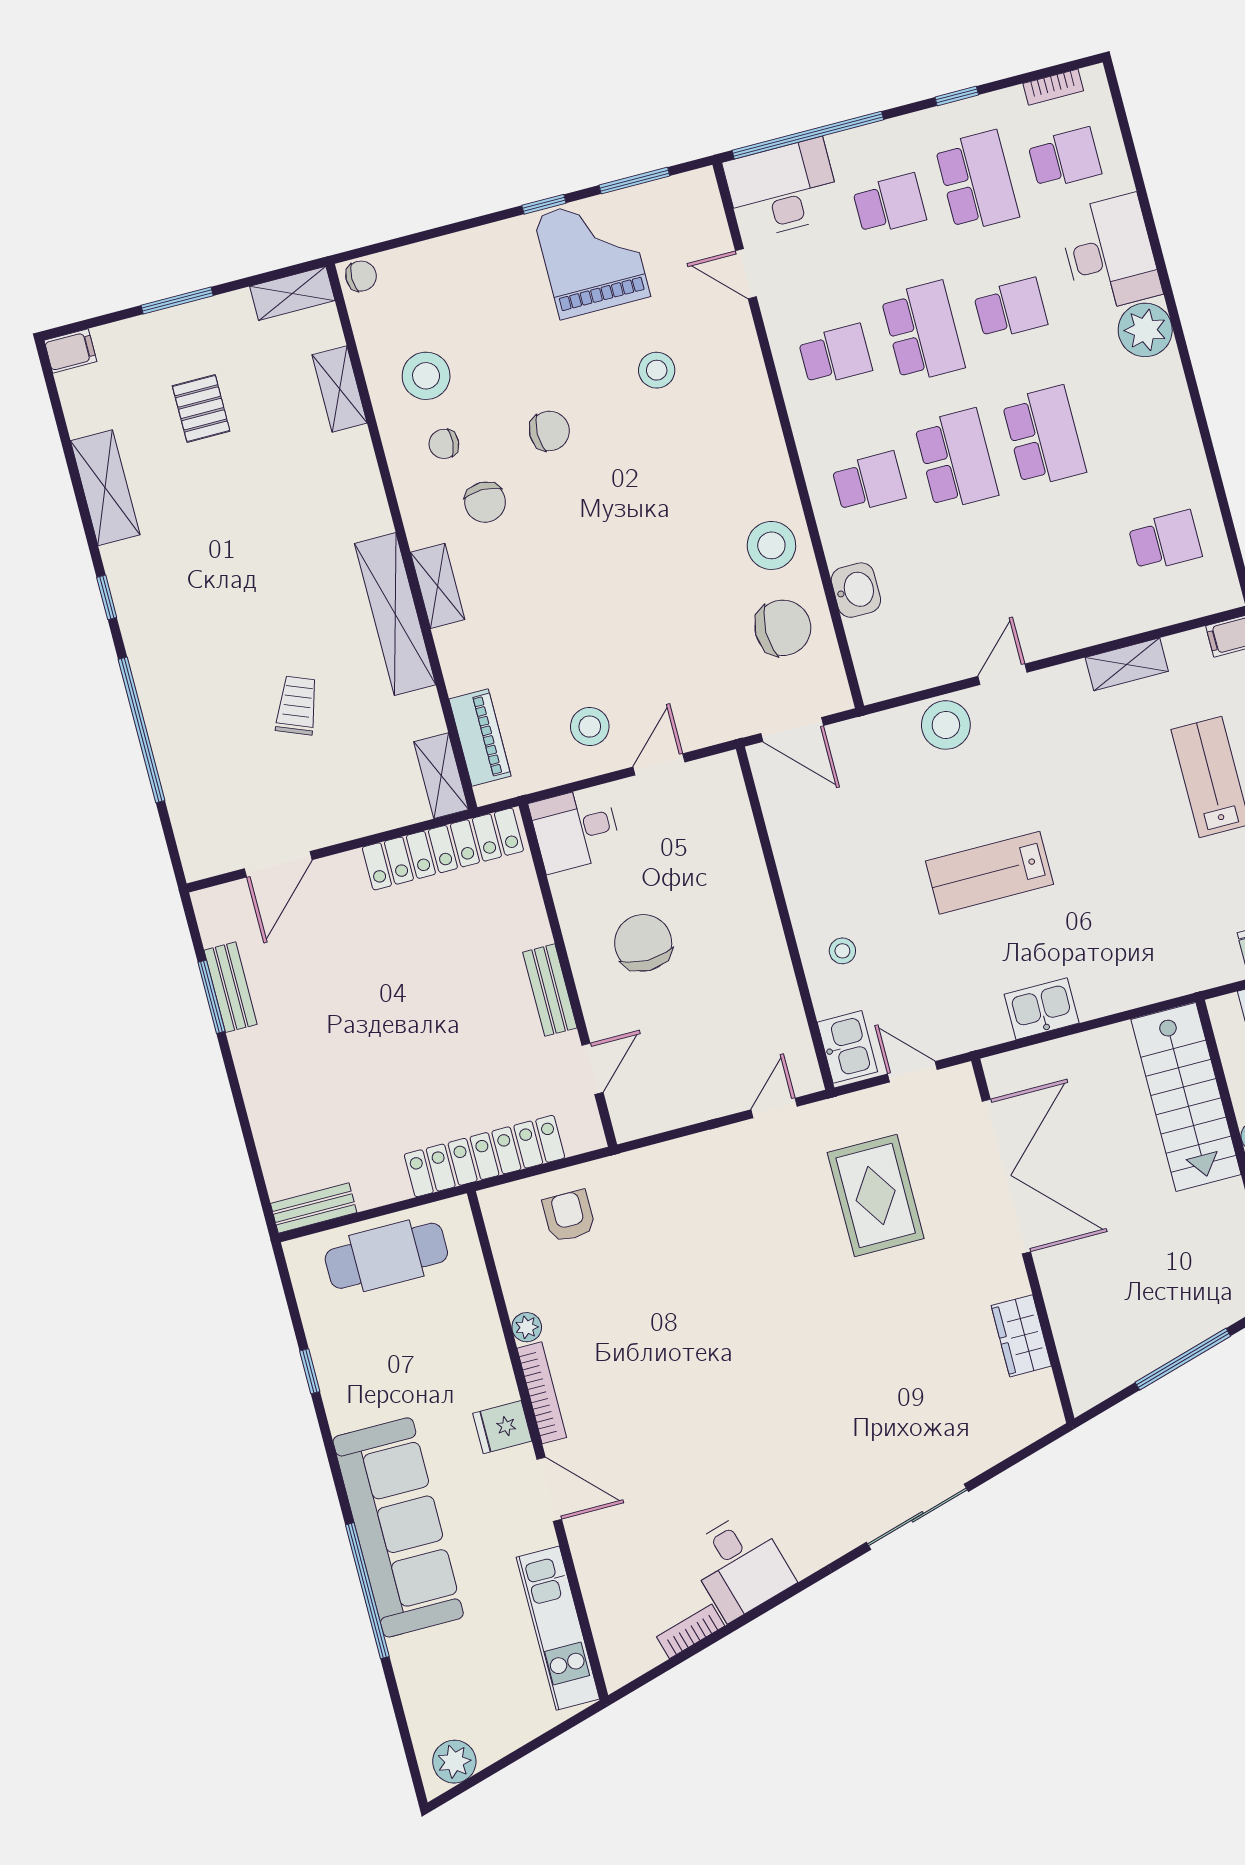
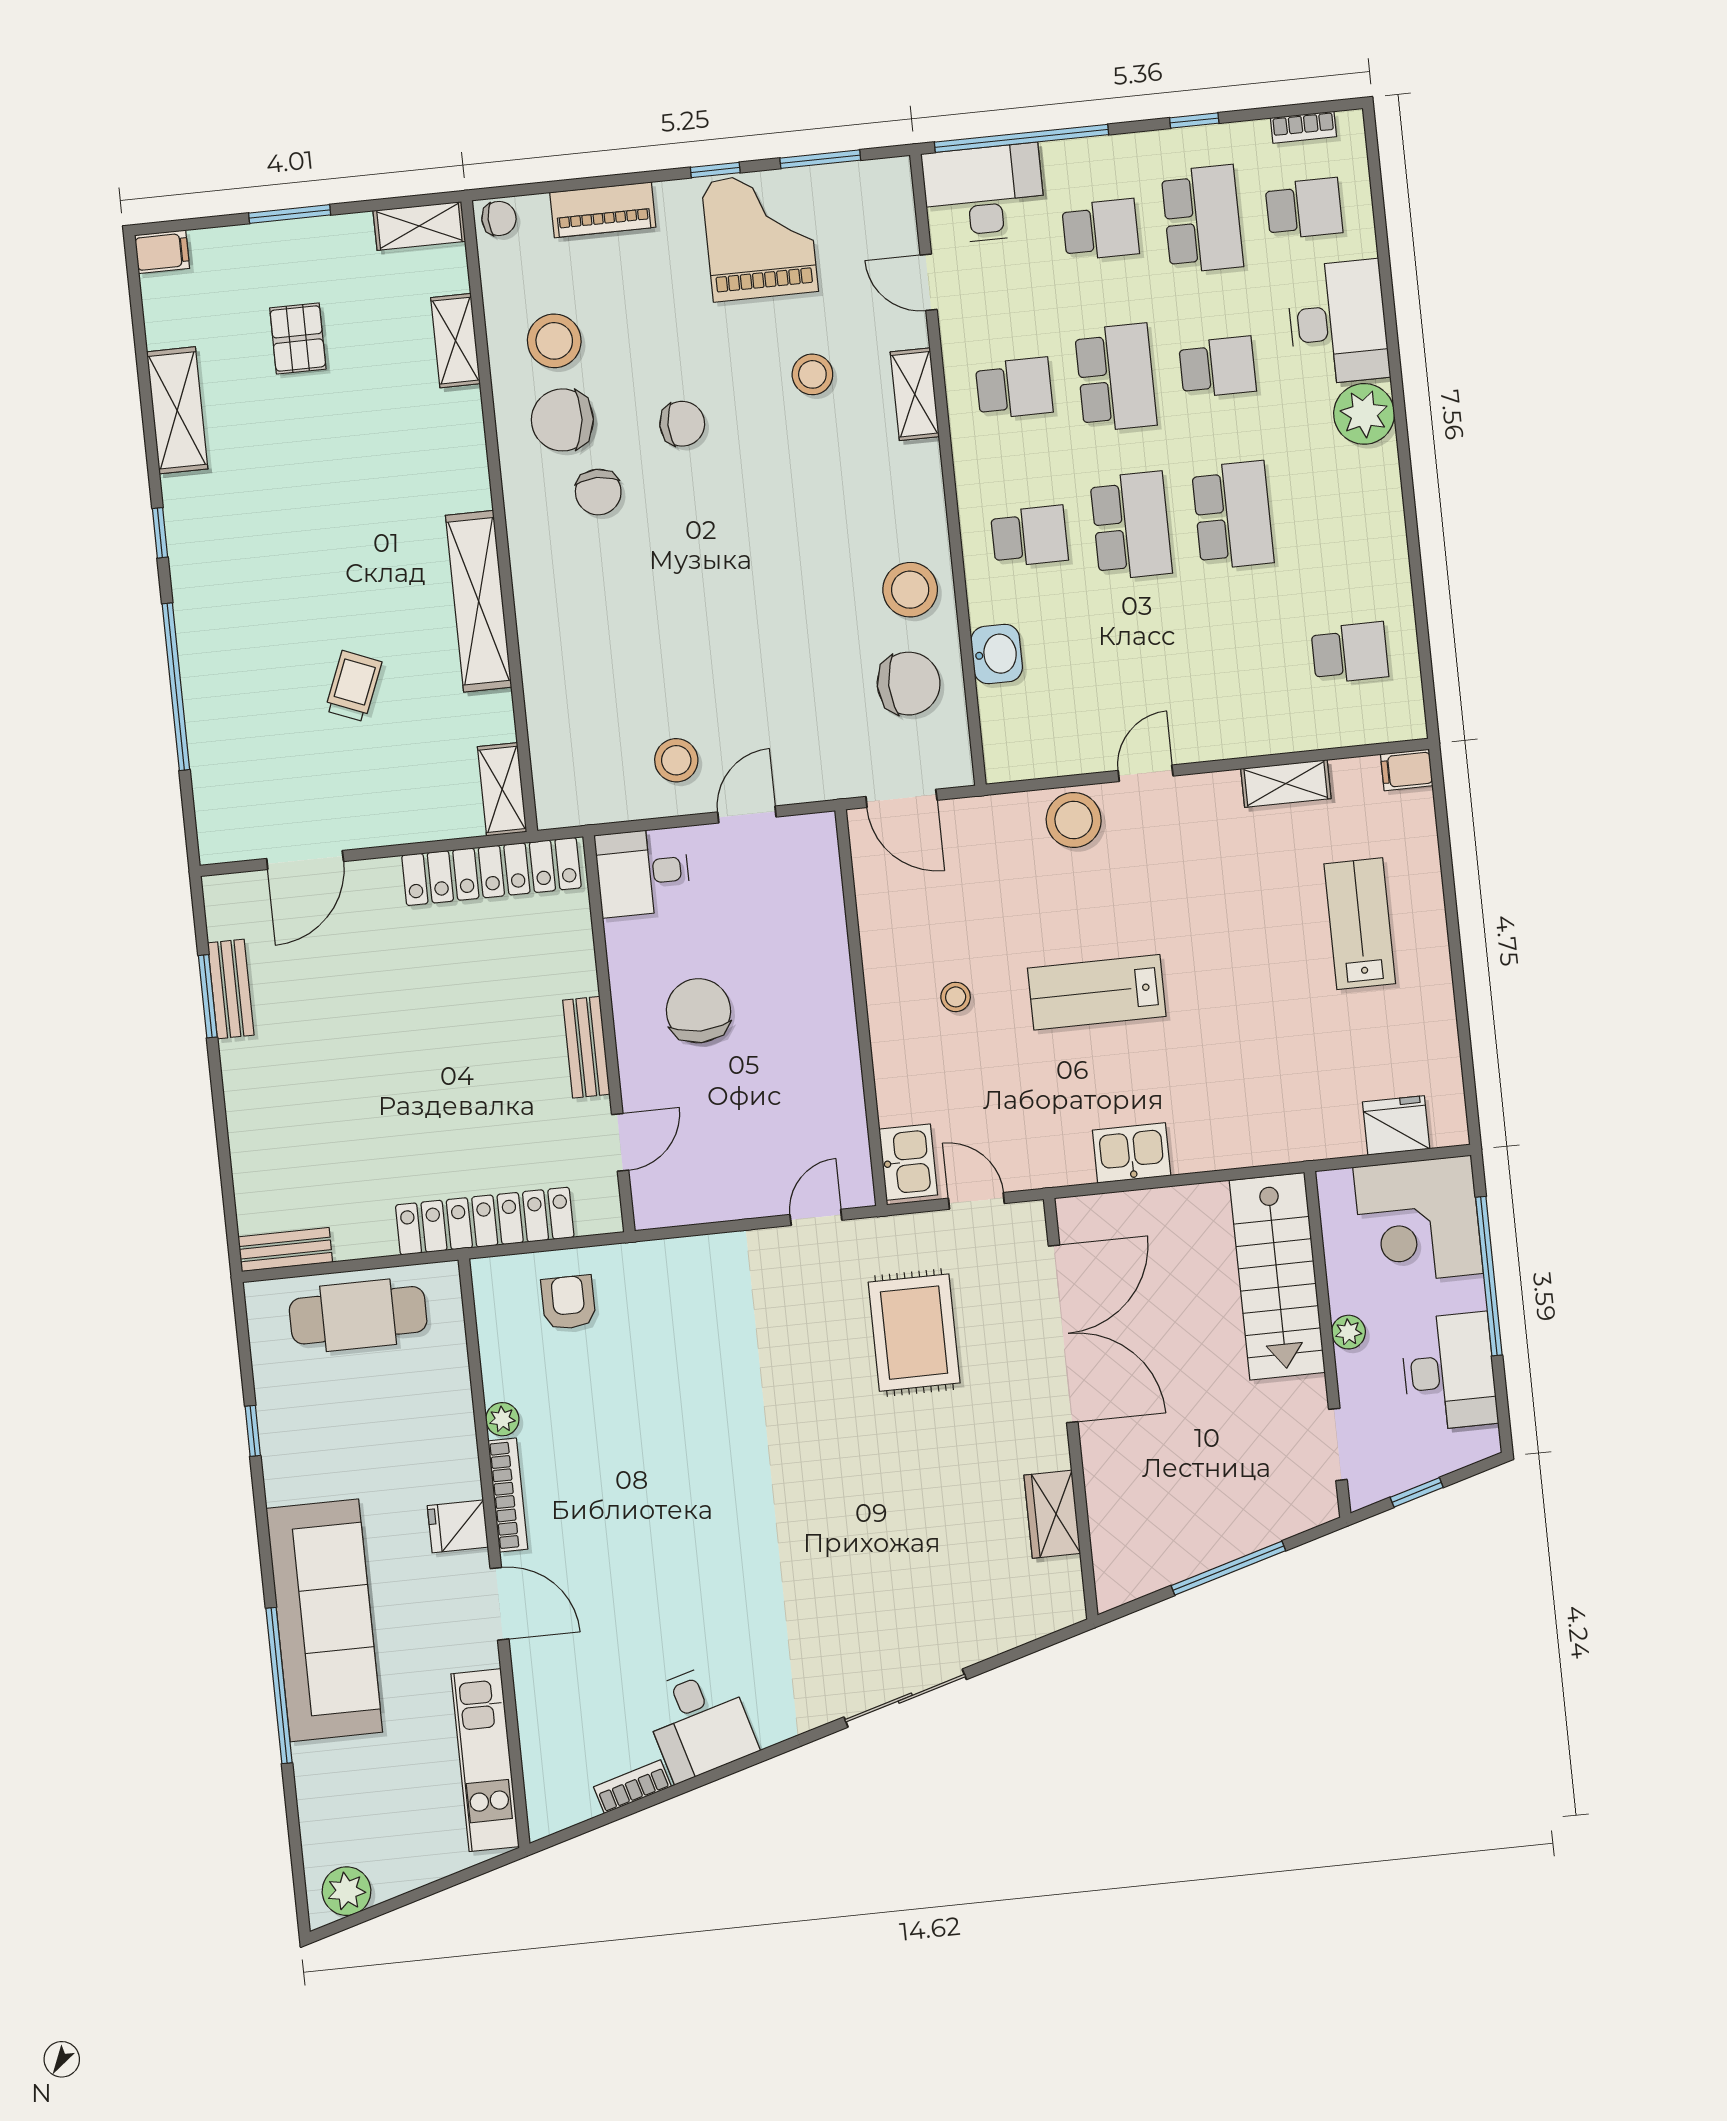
chair: (444, 444) -> (562, 420), width x1.87, depth x1.87
shelving: (438, 586) -> (915, 394), moved
piano: (480, 738) -> (603, 210), moved, turned 90
stool: (842, 951) -> (956, 997), moved

